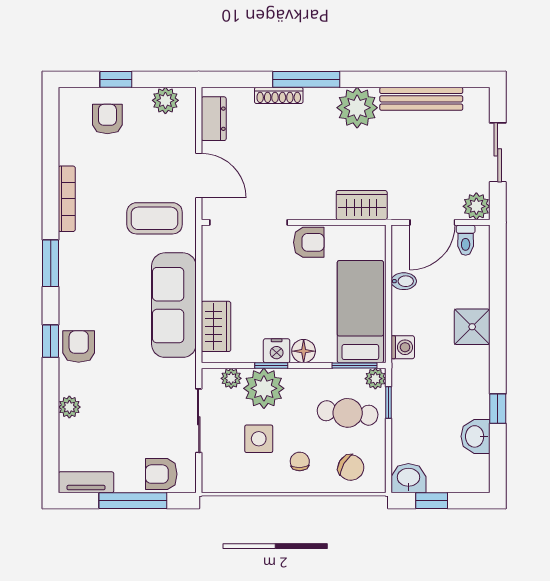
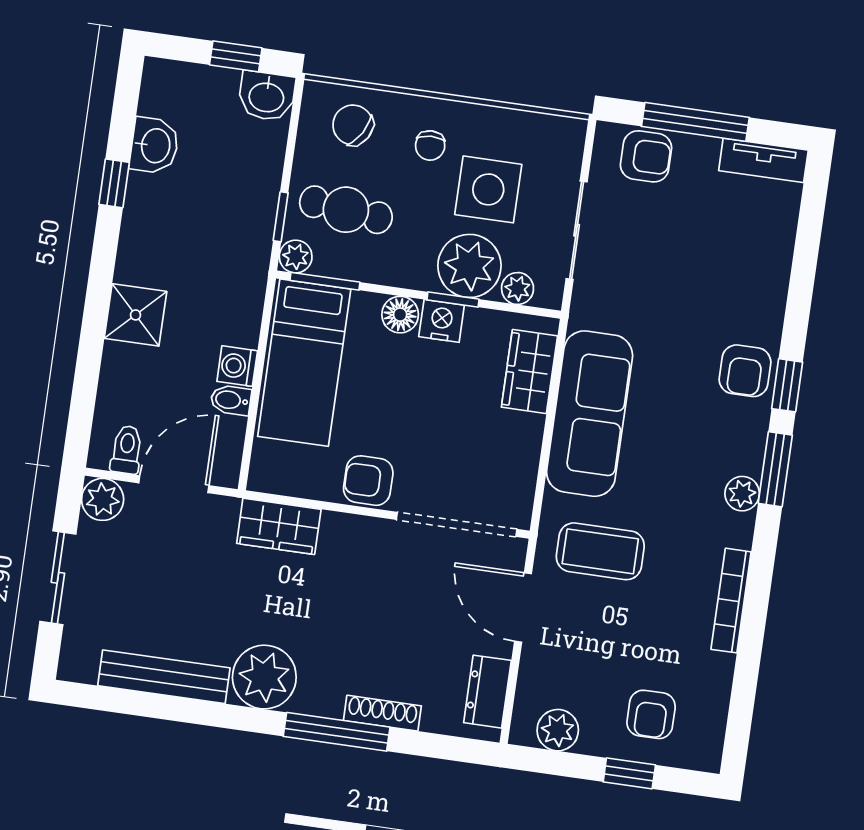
window: (51, 263) -> (775, 469), moved
washing machine: (403, 347) -> (237, 366), moved
plant: (69, 407) -> (742, 494), moved
side table: (259, 439) -> (488, 189), width x1.37, depth x1.37

